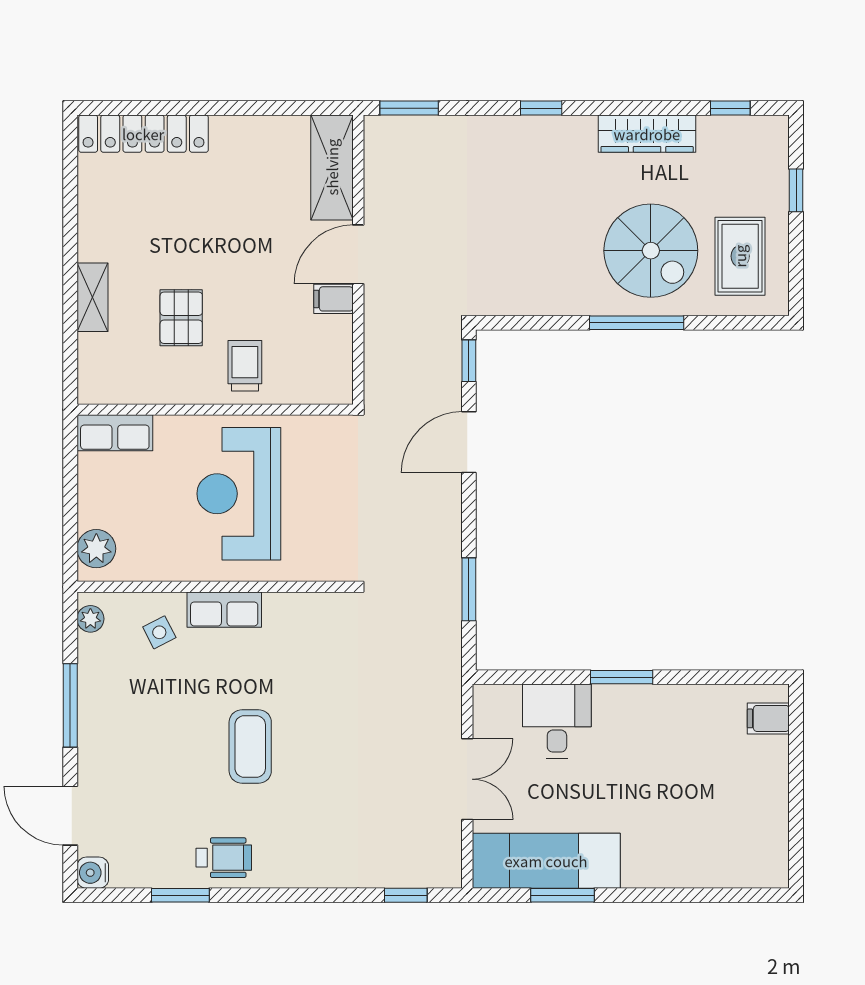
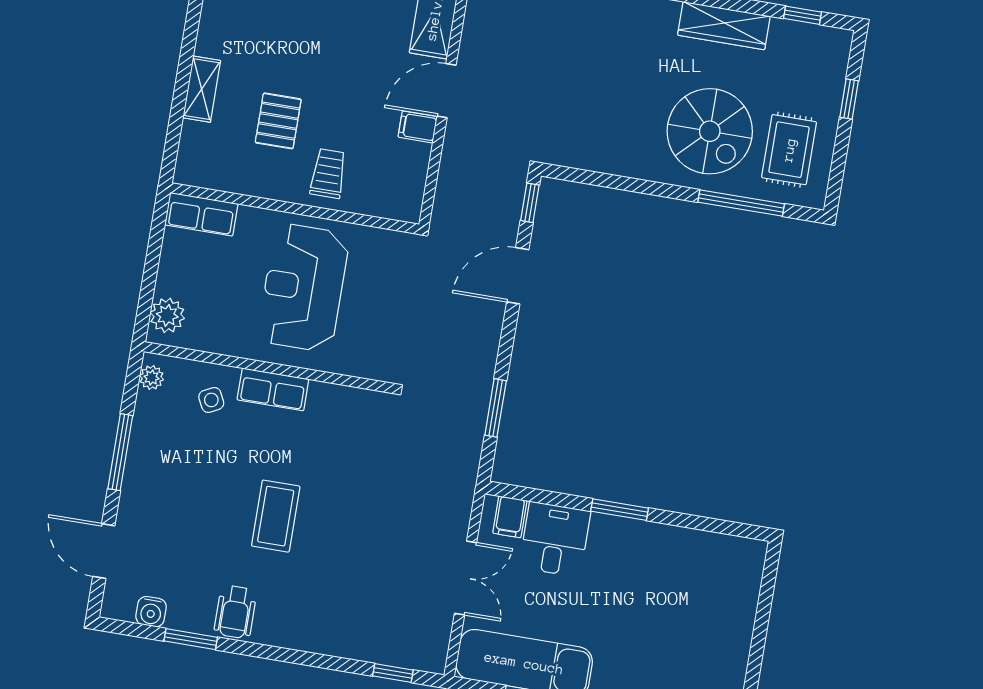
window: (637, 323) -> (741, 203), moved
filing cabinet: (768, 718) -> (510, 517), moved, turned -90
wheelchair: (224, 858) -> (235, 612), turned 90
water cooler: (93, 873) -> (151, 612), moved, turned -90

